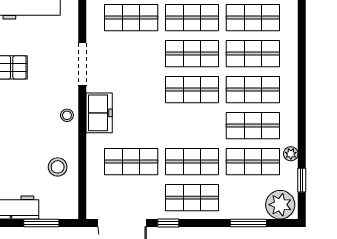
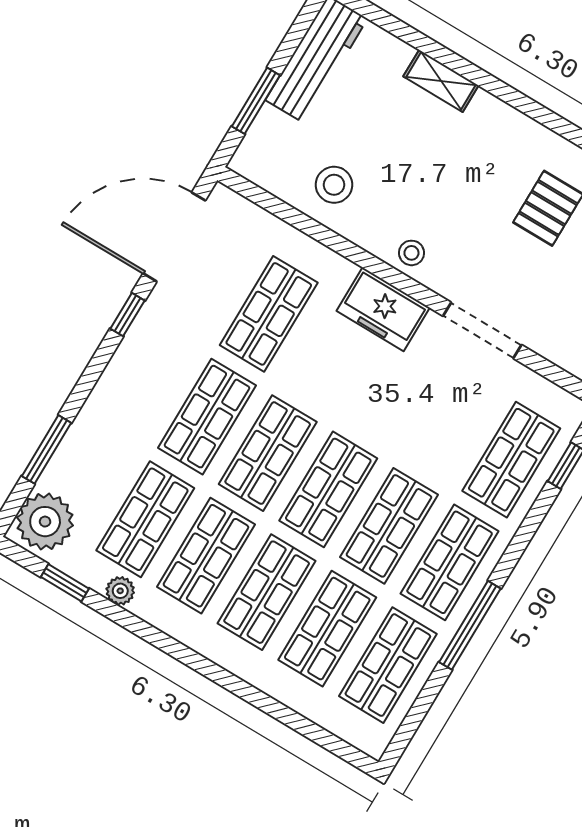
shop shelf: (192, 198) -> (268, 453), moved

